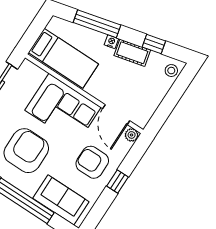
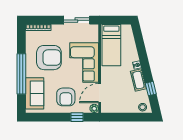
window: (97, 24) -> (142, 51), removed
armchair: (92, 162) -> (66, 97), turned 180
window: (118, 182) -> (77, 117), moved

